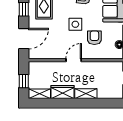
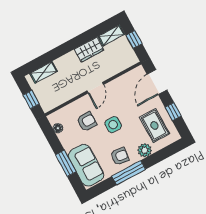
armchair: (94, 38) -> (87, 122), turned -90
shelving: (86, 94) -> (44, 72), moved

